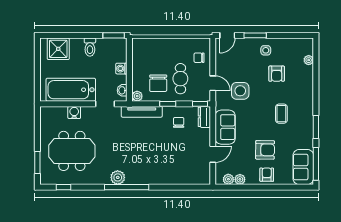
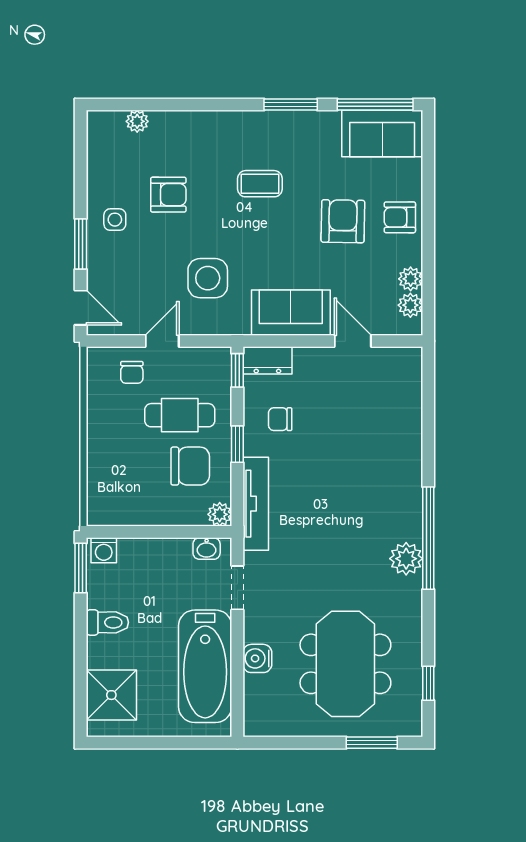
washing machine: (121, 69) -> (104, 550), moved
door: (213, 83) -> (162, 341), moved

